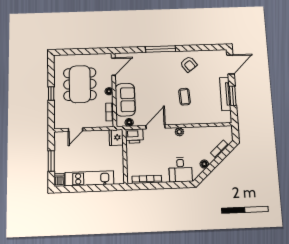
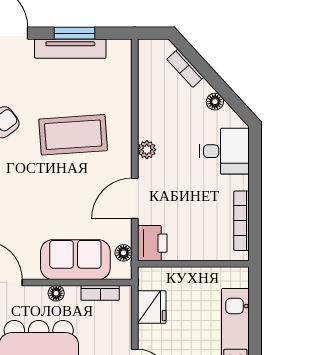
coffee table: (185, 97) -> (73, 135), width x1.86, depth x1.72
door: (156, 127) -> (135, 198), hinge flipped
fridge: (116, 137) -> (152, 307), moved, turned -90

